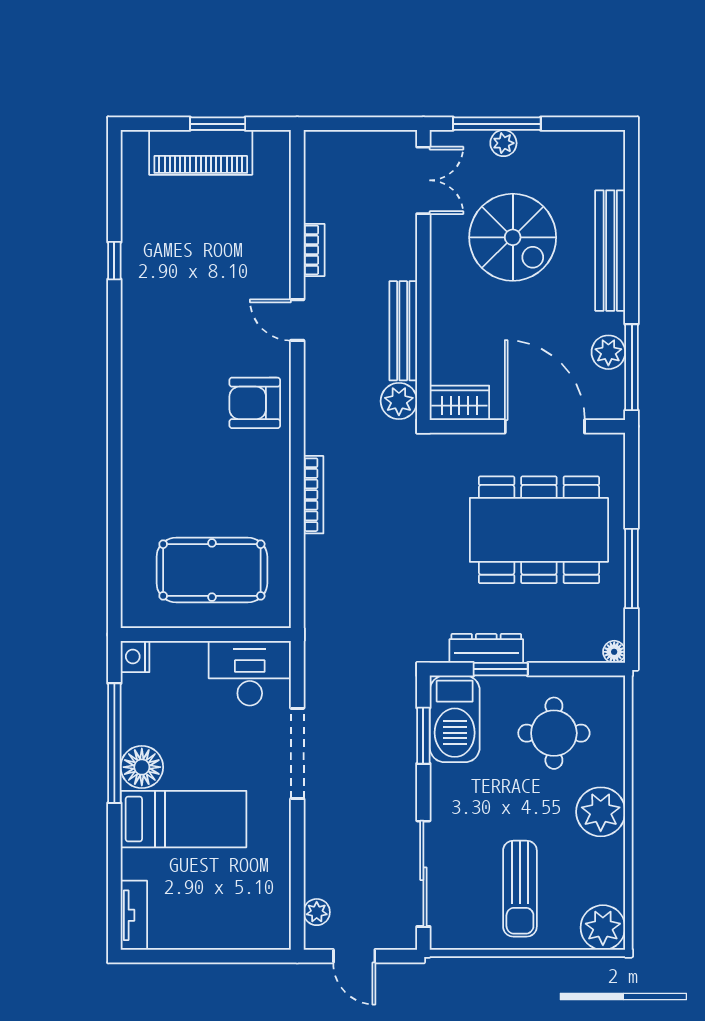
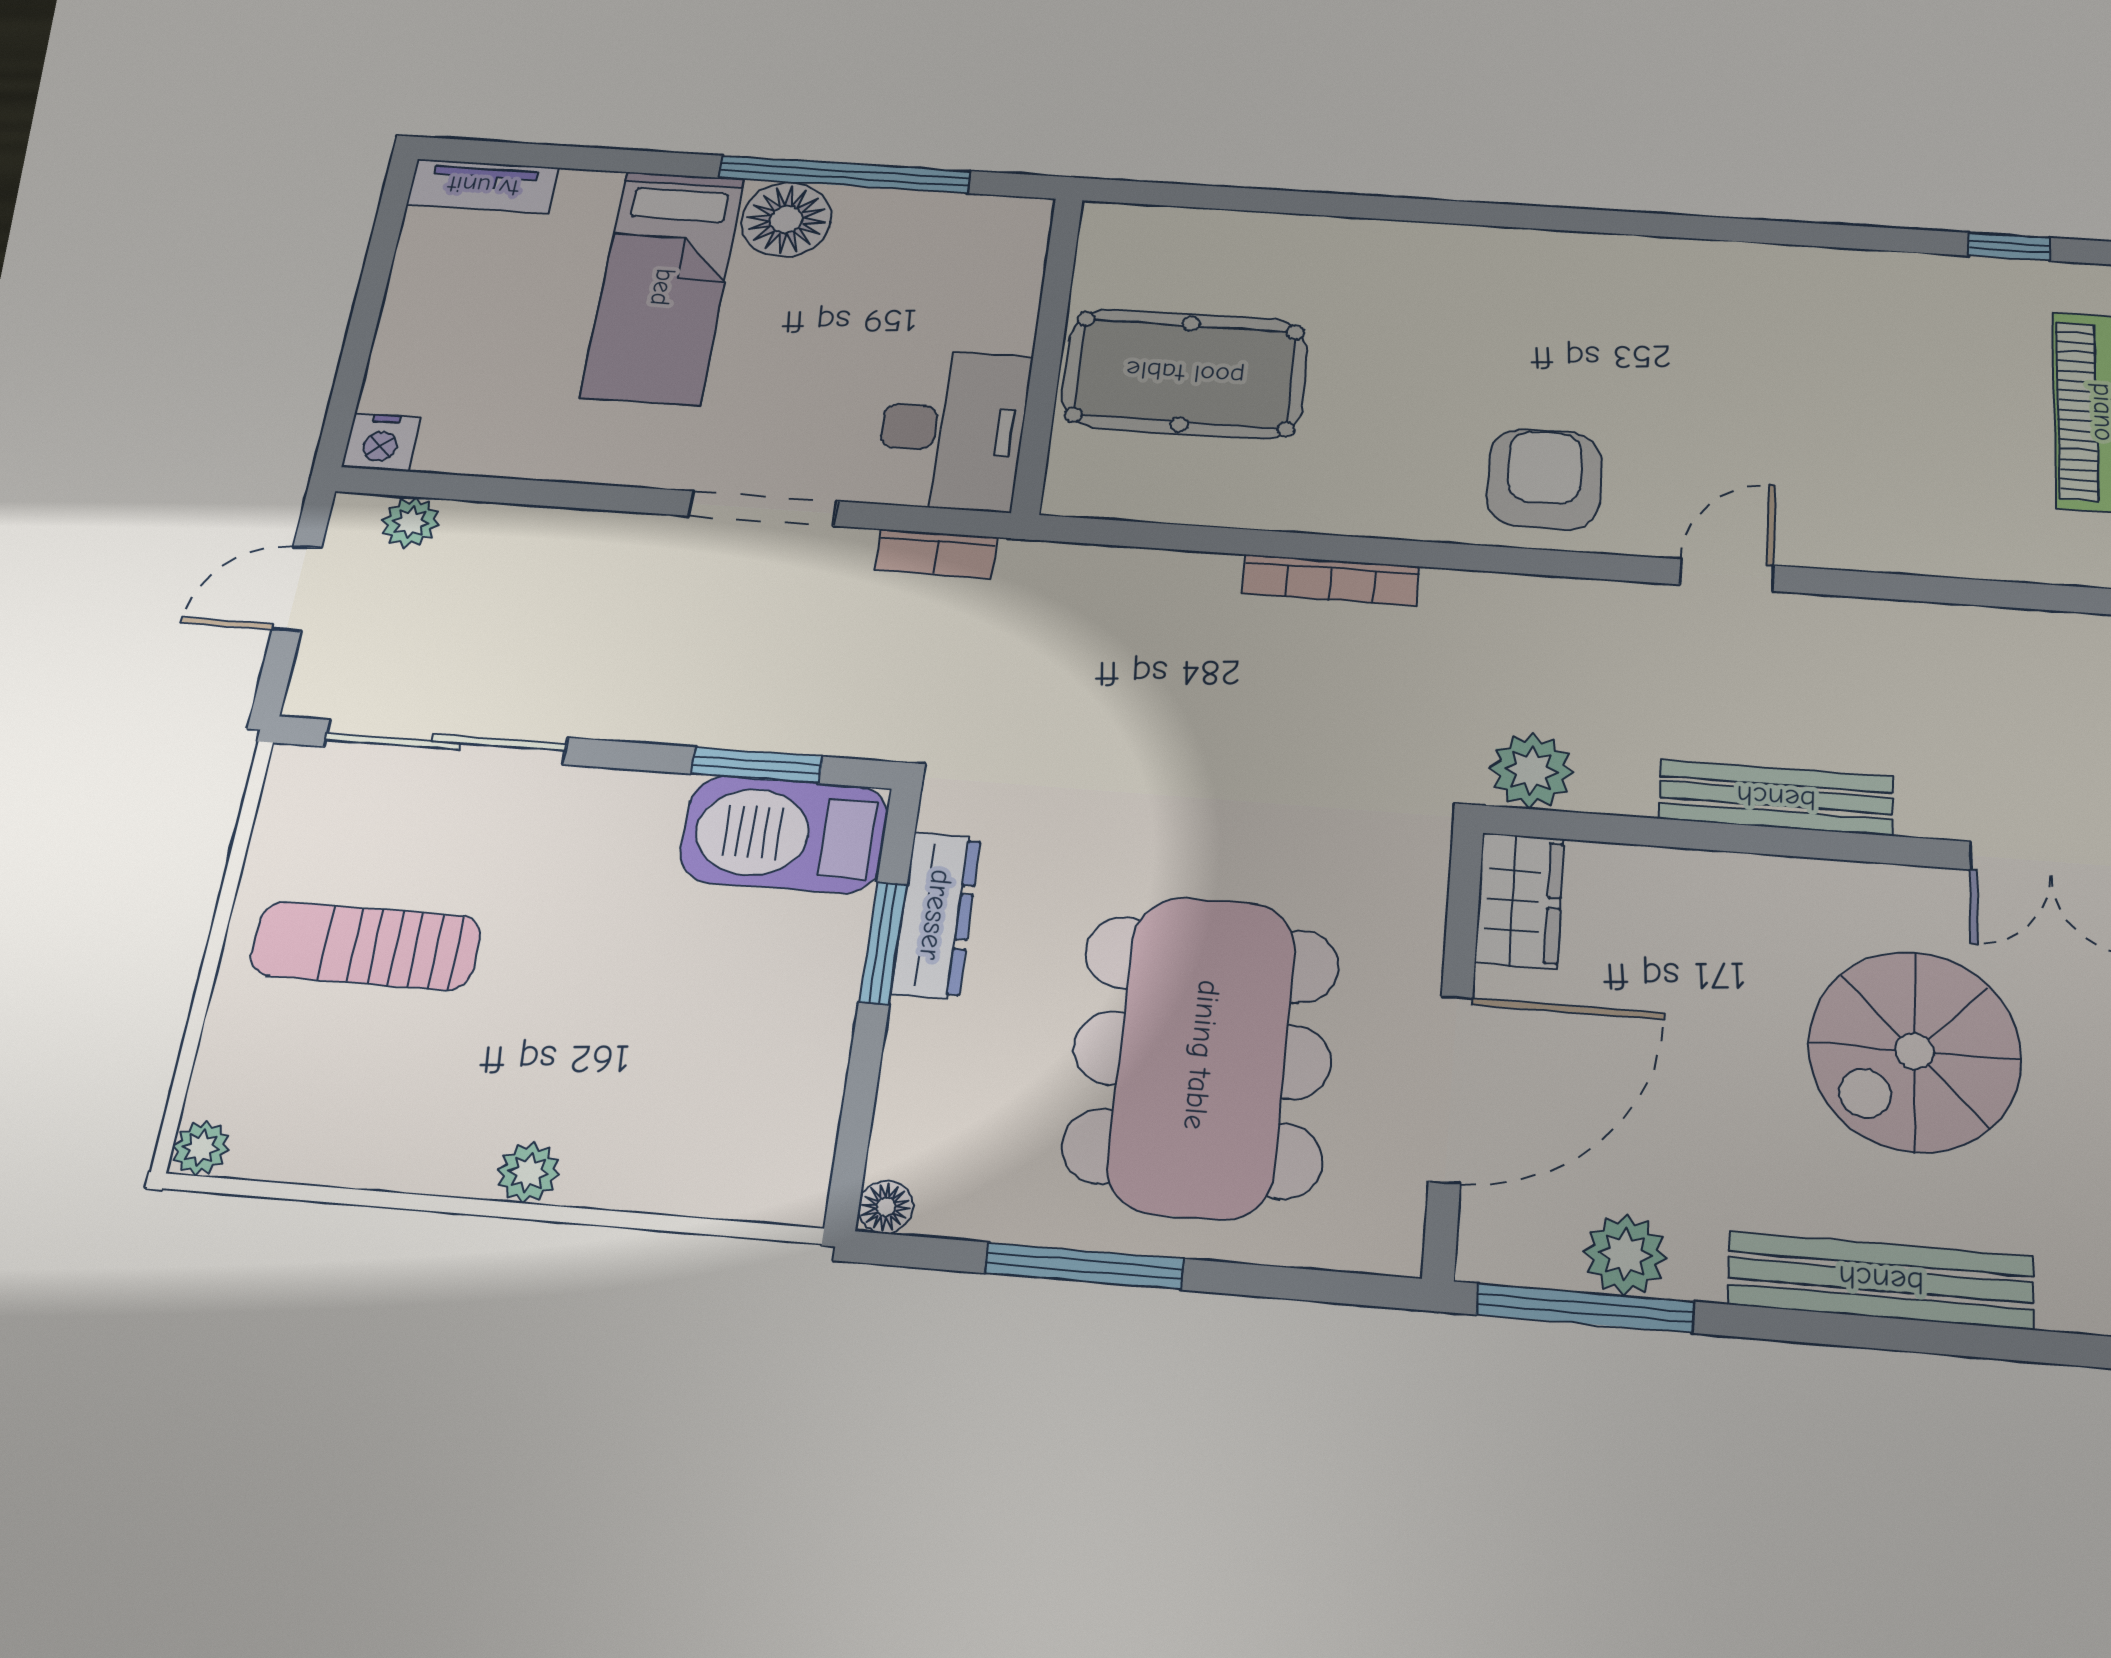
bookcase: (314, 250) -> (936, 554), moved
window: (114, 261) -> (2009, 247), moved
bench: (403, 331) -> (1776, 798), moved
pool table: (212, 570) -> (1185, 373), turned 90
nightstand: (135, 656) -> (381, 442), moved, turned 180
round table: (554, 733) -> (713, 1051), removed
doorway: (297, 753) -> (763, 508), width x0.73
plant: (601, 812) -> (528, 1172), width x0.53, depth x0.53
plant: (603, 928) -> (201, 1148), width x0.53, depth x0.53

